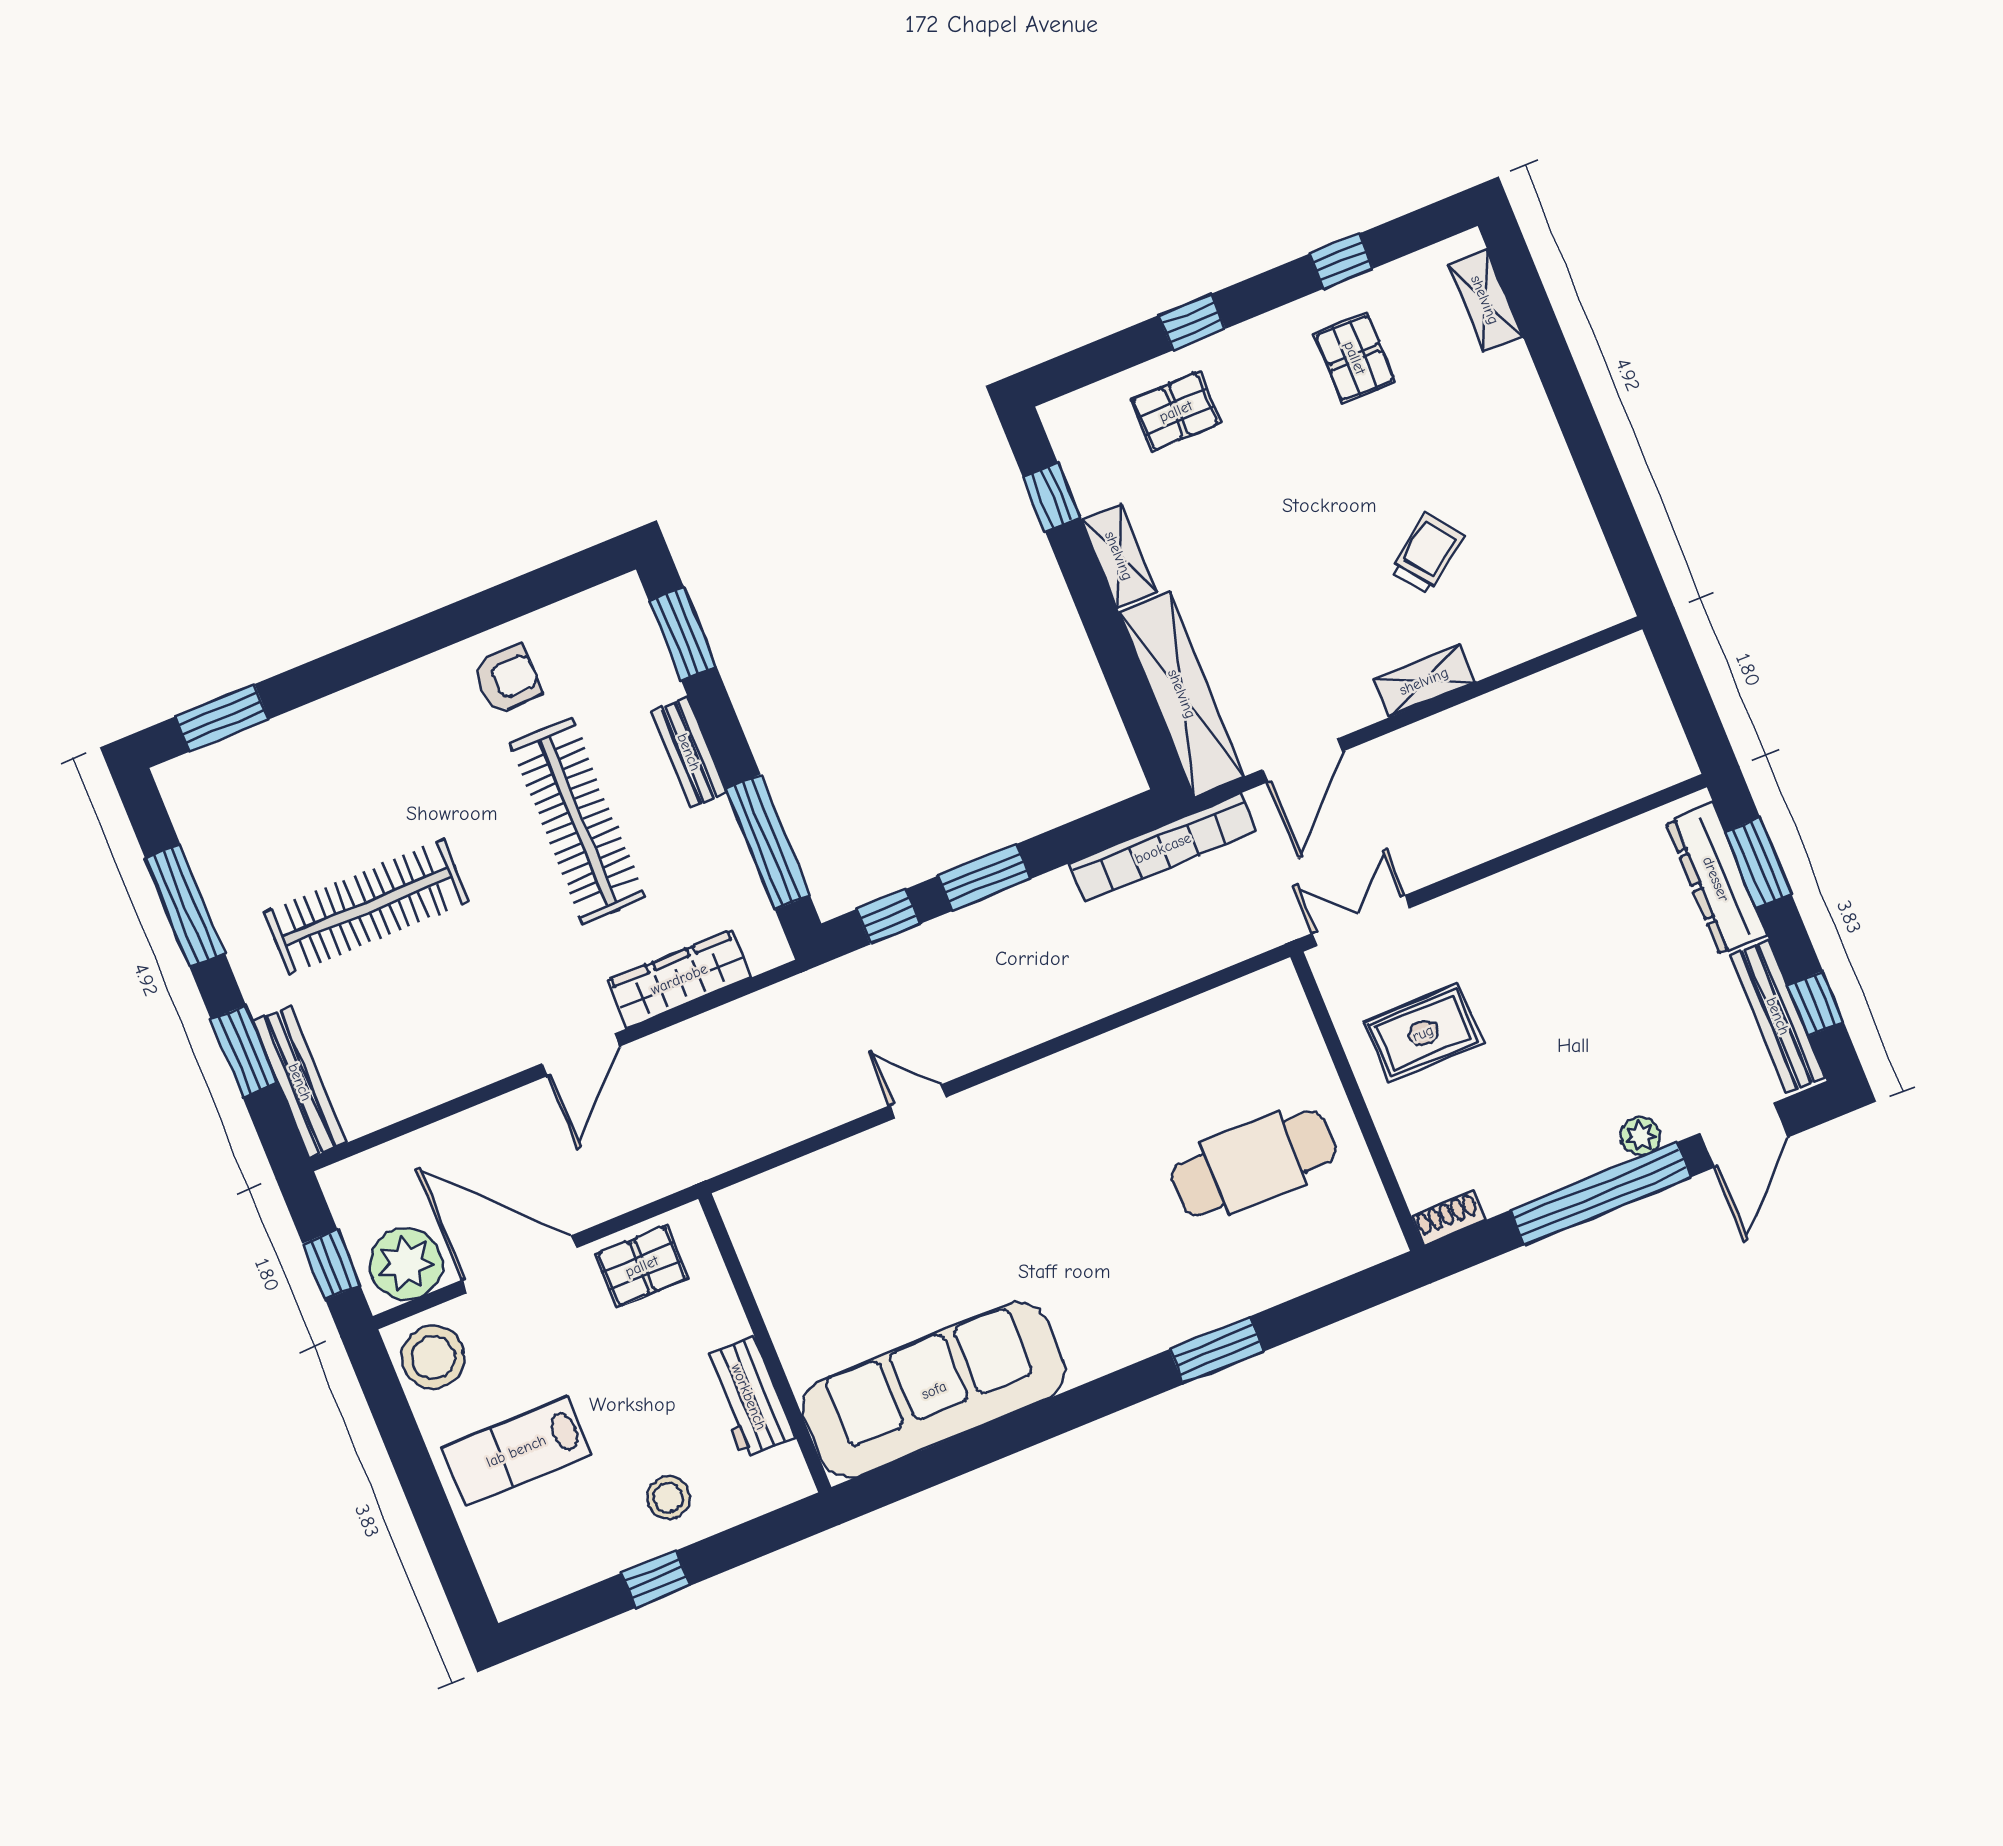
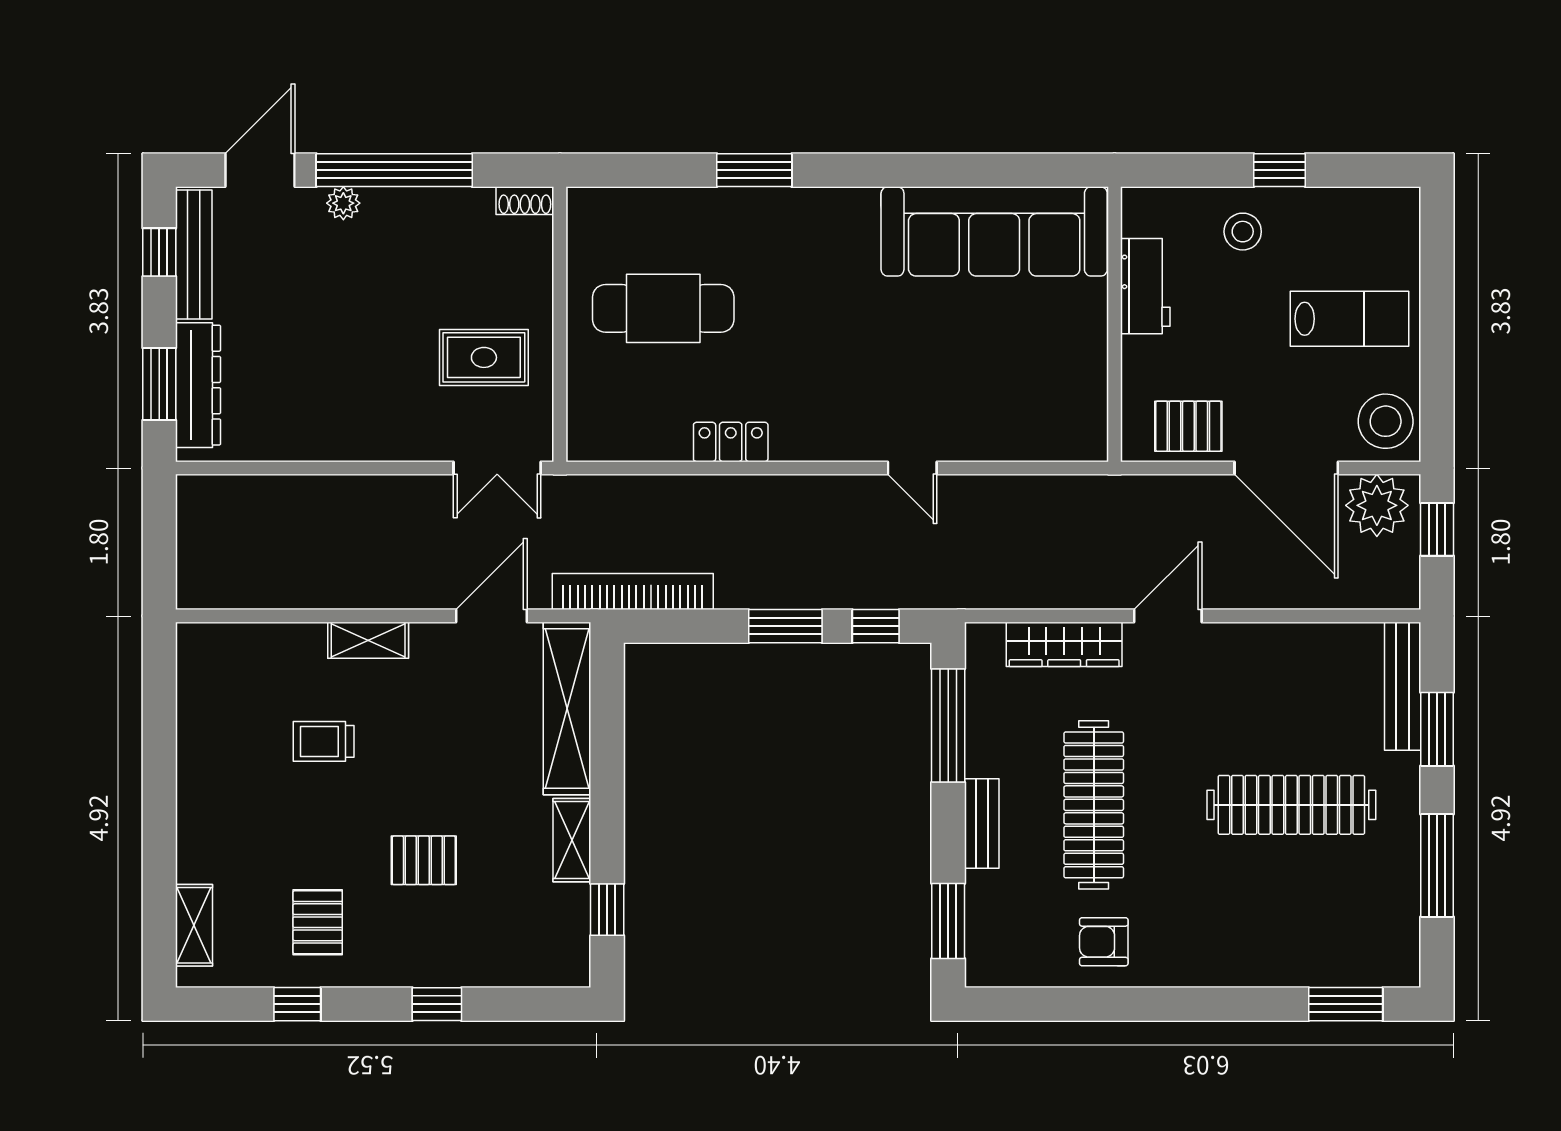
pallet: (1176, 411) -> (424, 860), moved
trolley: (1427, 553) -> (324, 741), turned 37
locker: (1123, 1050) -> (731, 442), added

